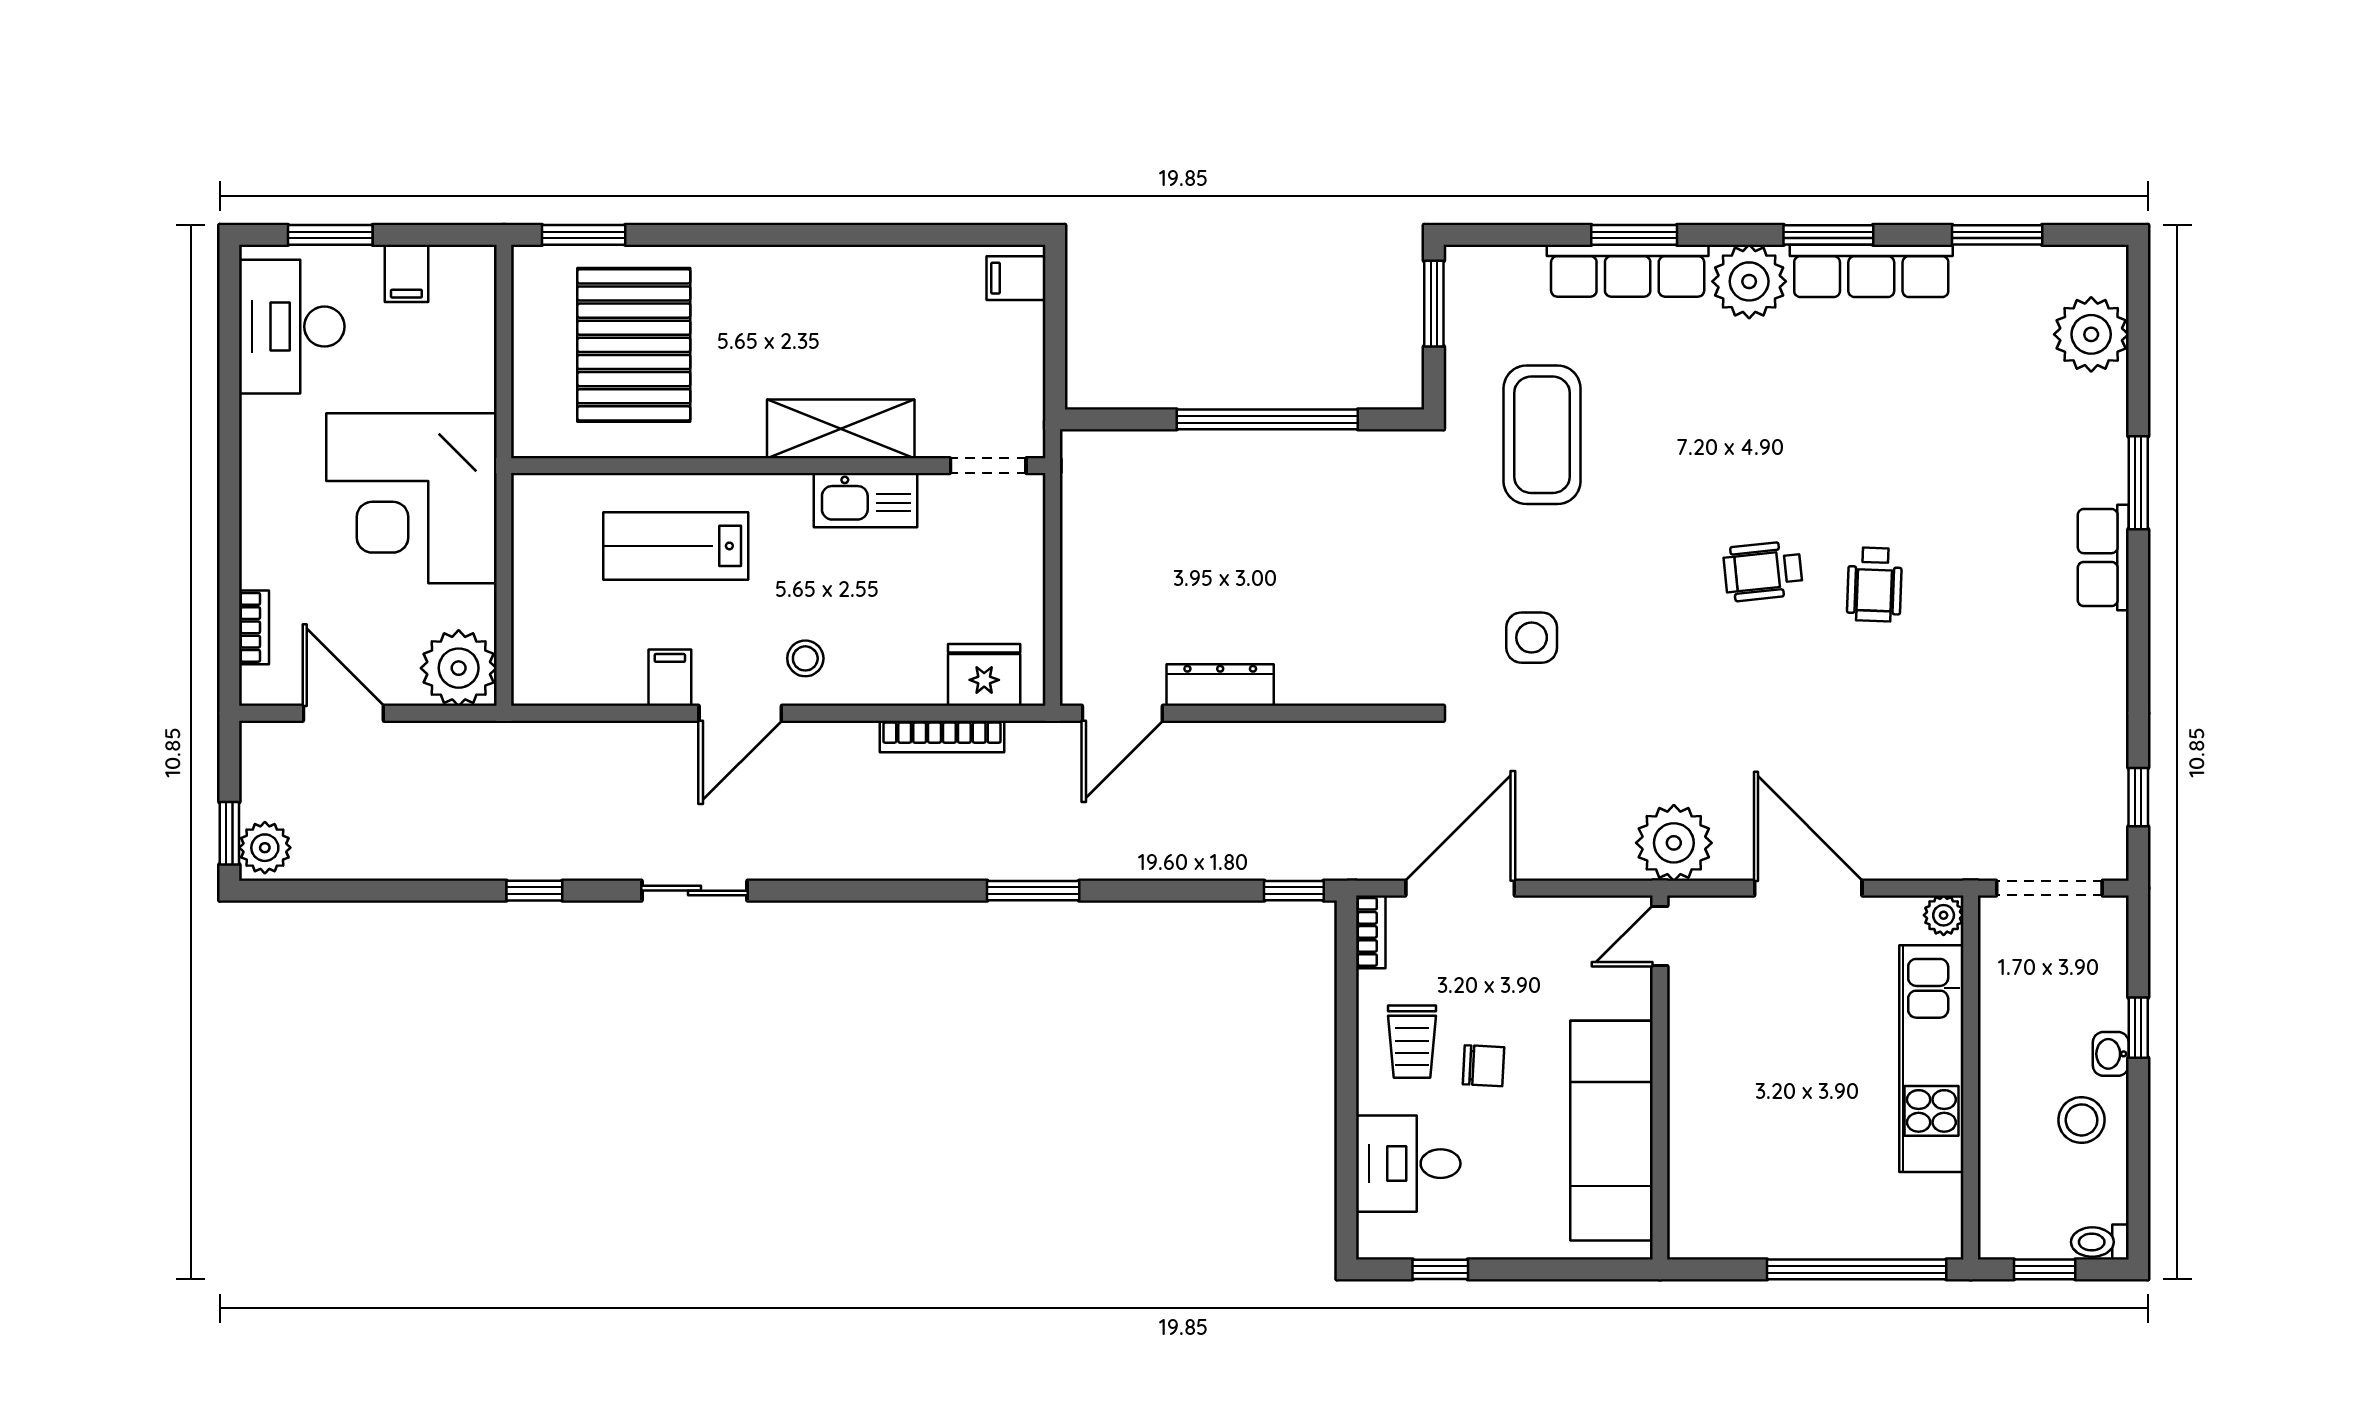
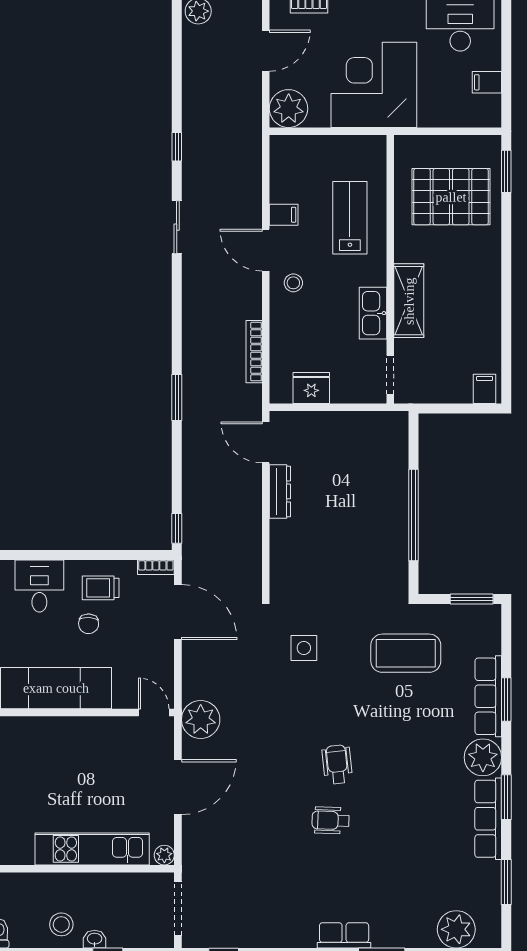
window: (330, 235) -> (506, 44), removed
fridge: (984, 675) -> (311, 388), moved, turned -90

